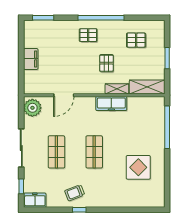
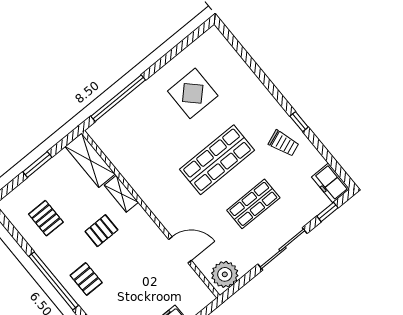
freezer: (111, 104) -> (144, 186), removed
shop shelf: (94, 152) -> (217, 160), width x1.43, depth x1.36

